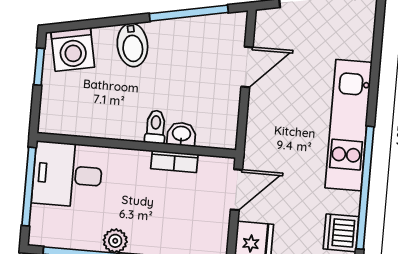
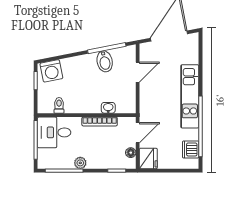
bidet: (132, 45) -> (105, 61), moved
toilet: (156, 127) -> (59, 105), moved
bookcase: (174, 161) -> (100, 122), width x1.56
floor lamp: (219, 229) -> (131, 153), added

